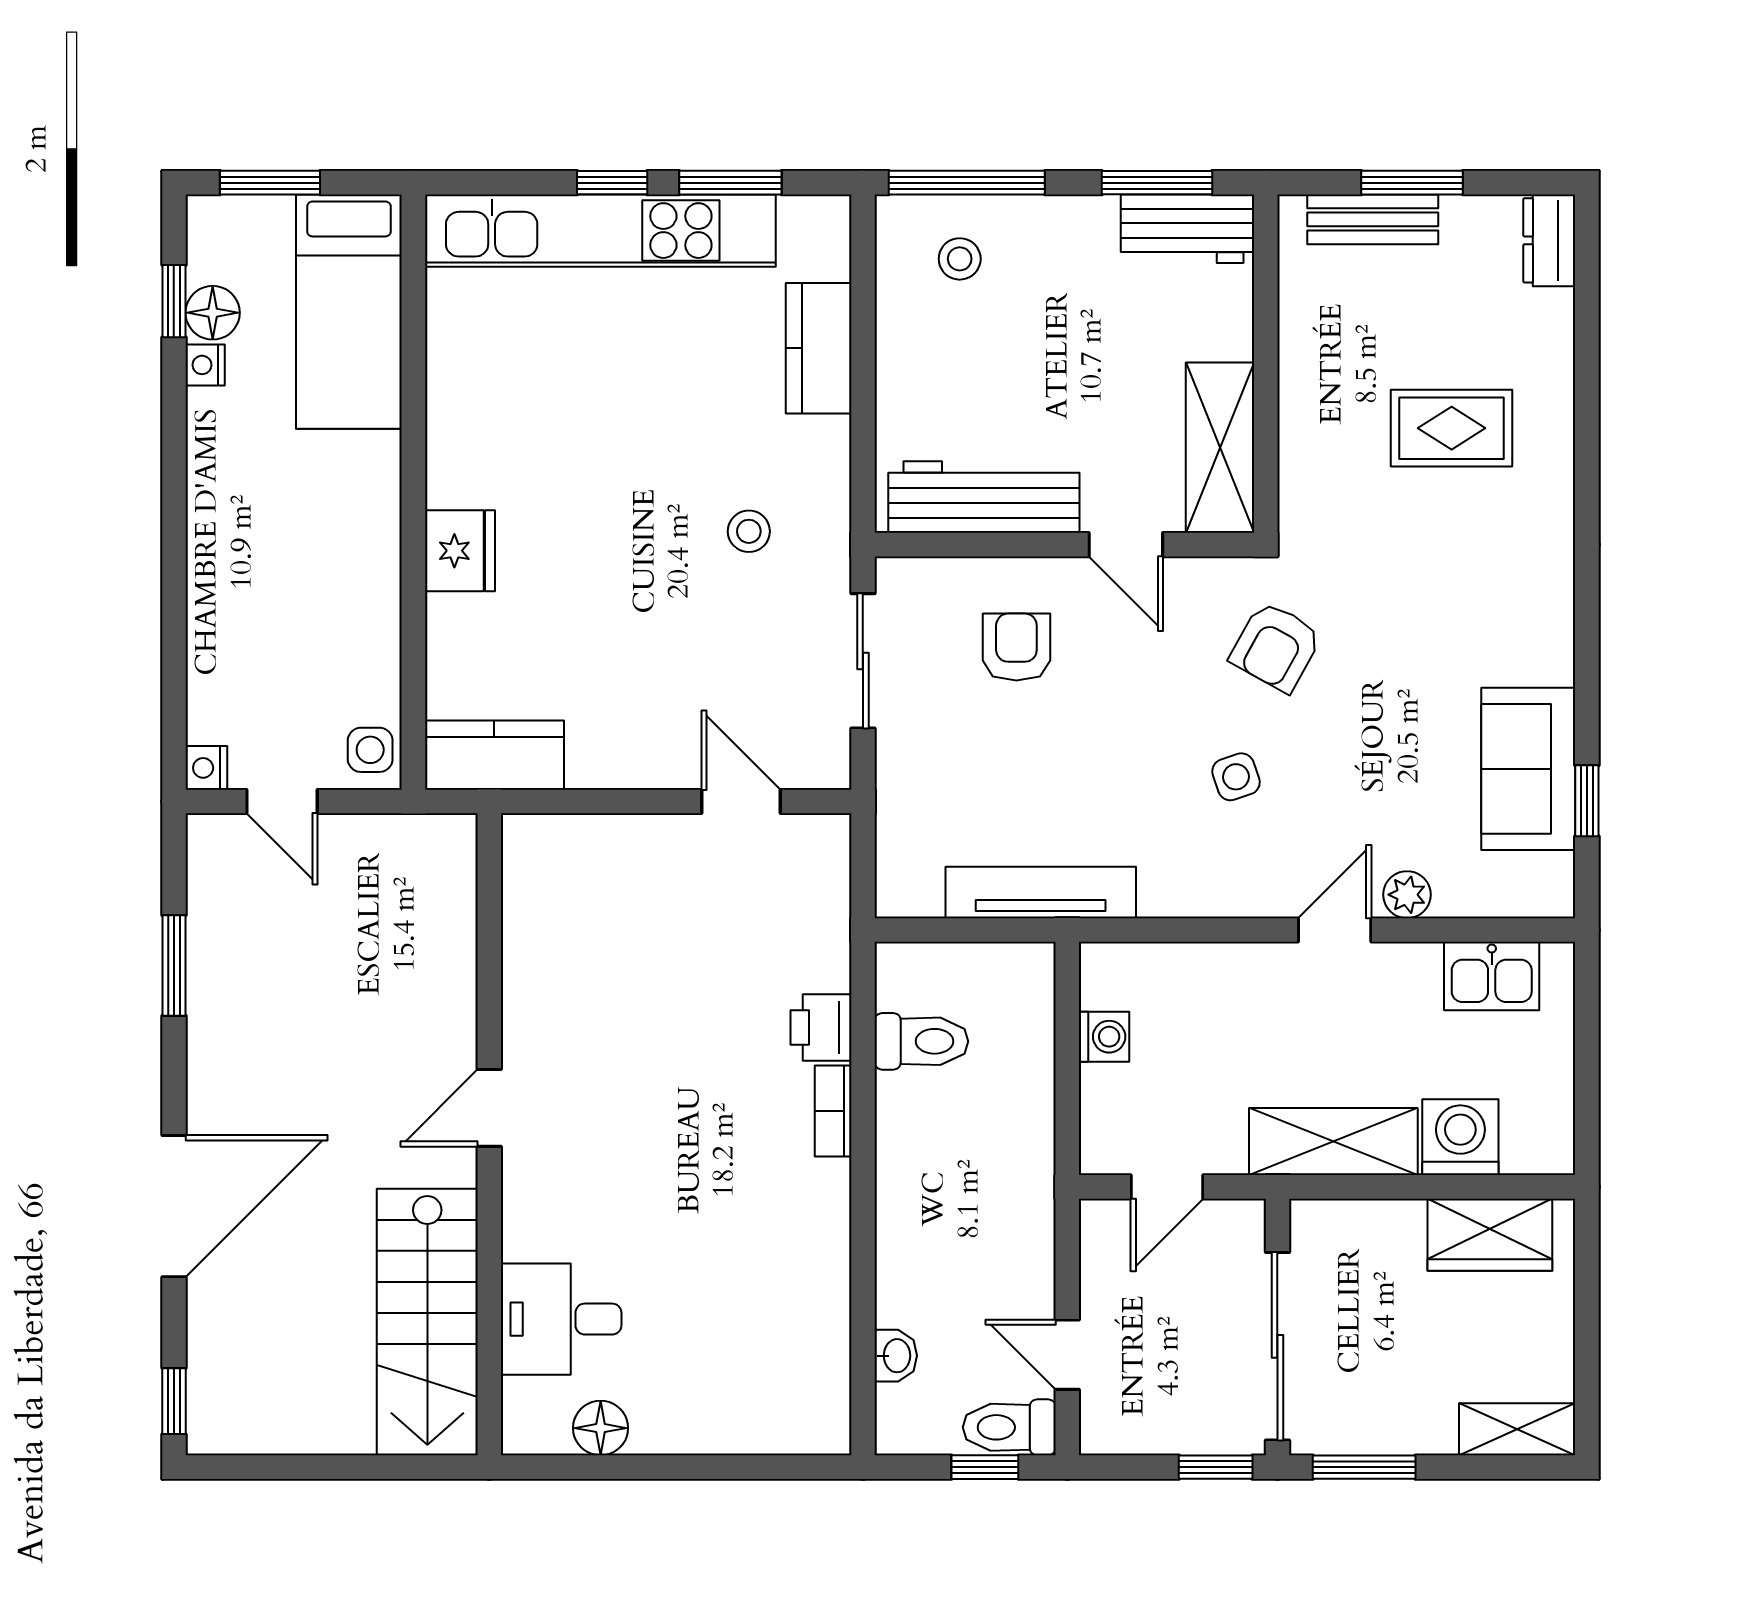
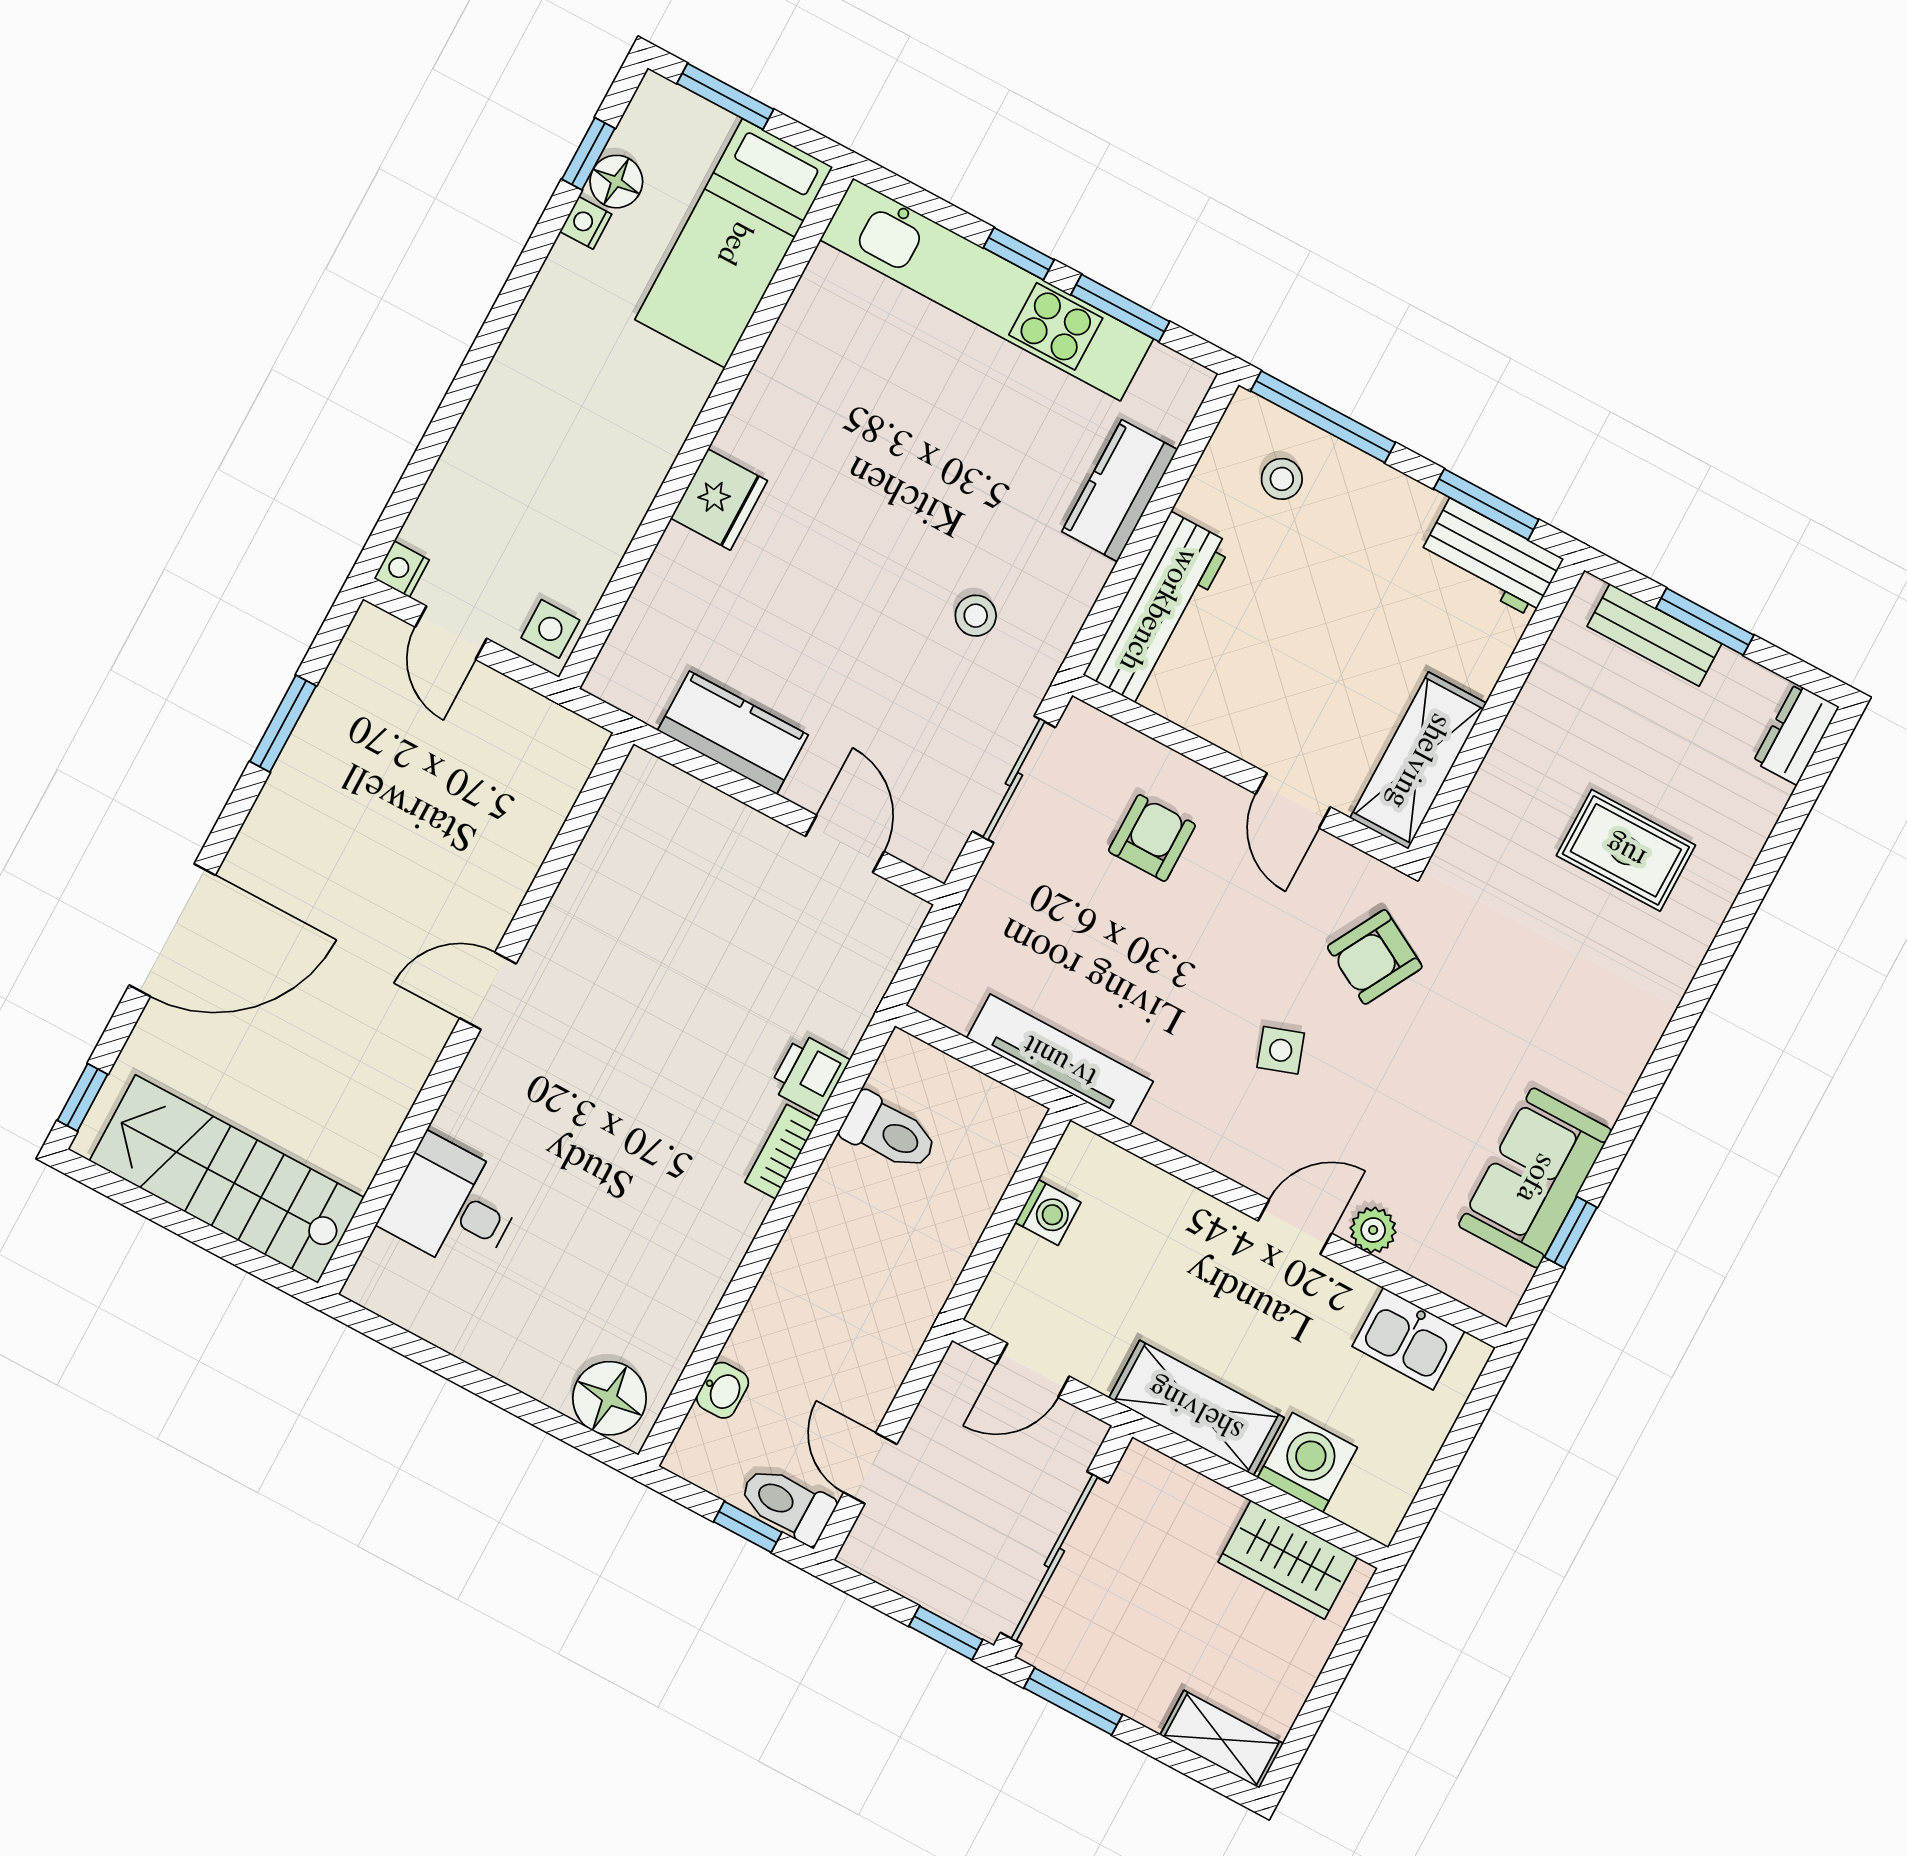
workbench: (984, 497) -> (1158, 609), moved, turned 90
kitchen counter: (494, 755) -> (733, 733), moved
stairs: (427, 1322) -> (227, 1179), moved, turned 90
floor lamp: (601, 1428) -> (609, 1398), moved, width x1.38, depth x1.38

